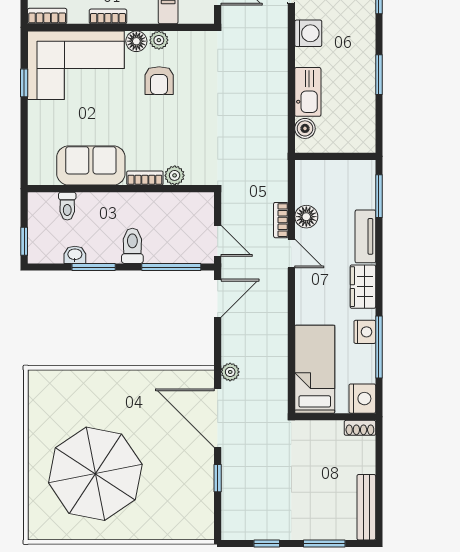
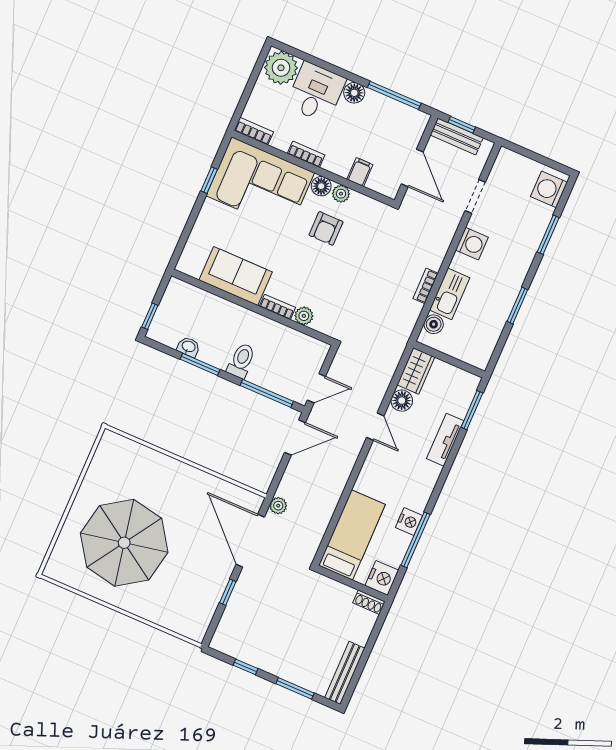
toilet: (67, 206) -> (200, 302), removed
bookcase: (281, 220) -> (426, 286), moved
door: (218, 241) -> (316, 388), hinge flipped
wardrobe: (363, 287) -> (416, 371), moved, turned 180

